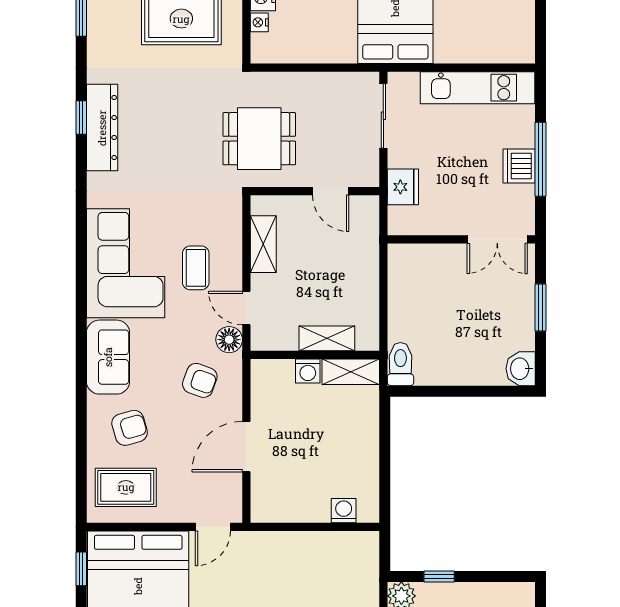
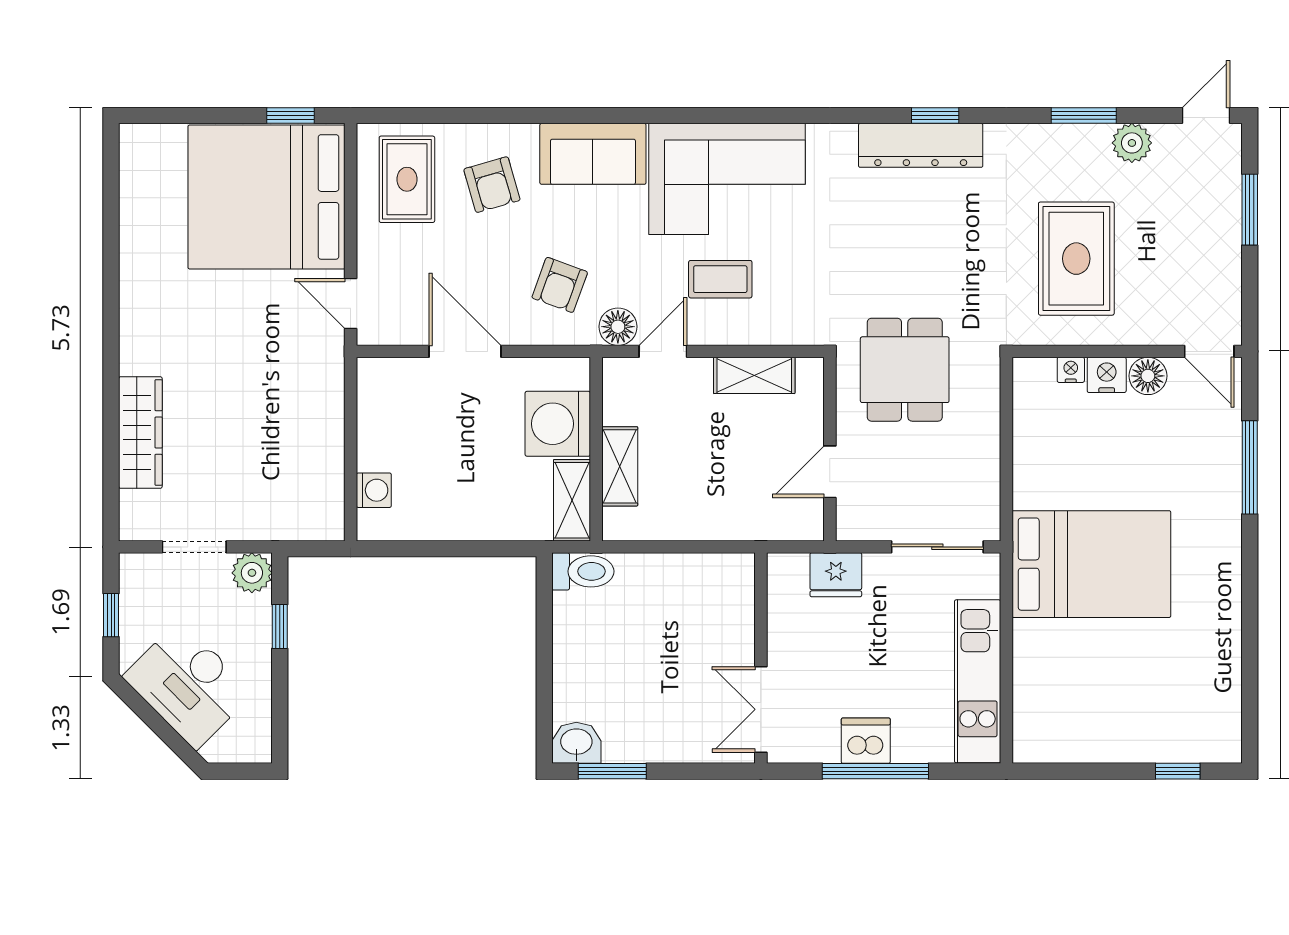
window: (540, 307) -> (612, 771), moved
washing machine: (308, 371) -> (558, 424), width x1.89, depth x1.89

